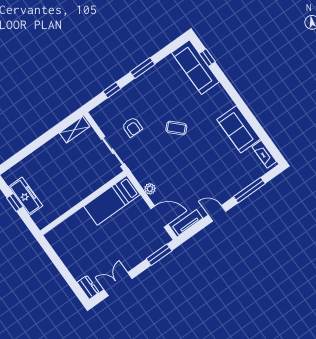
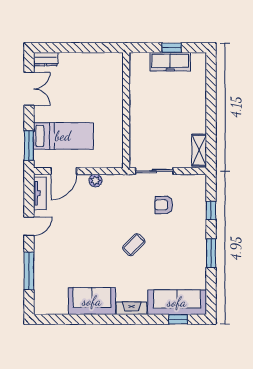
fireplace: (264, 154) -> (132, 308), moved
bed: (112, 200) -> (63, 136), moved, turned 90

